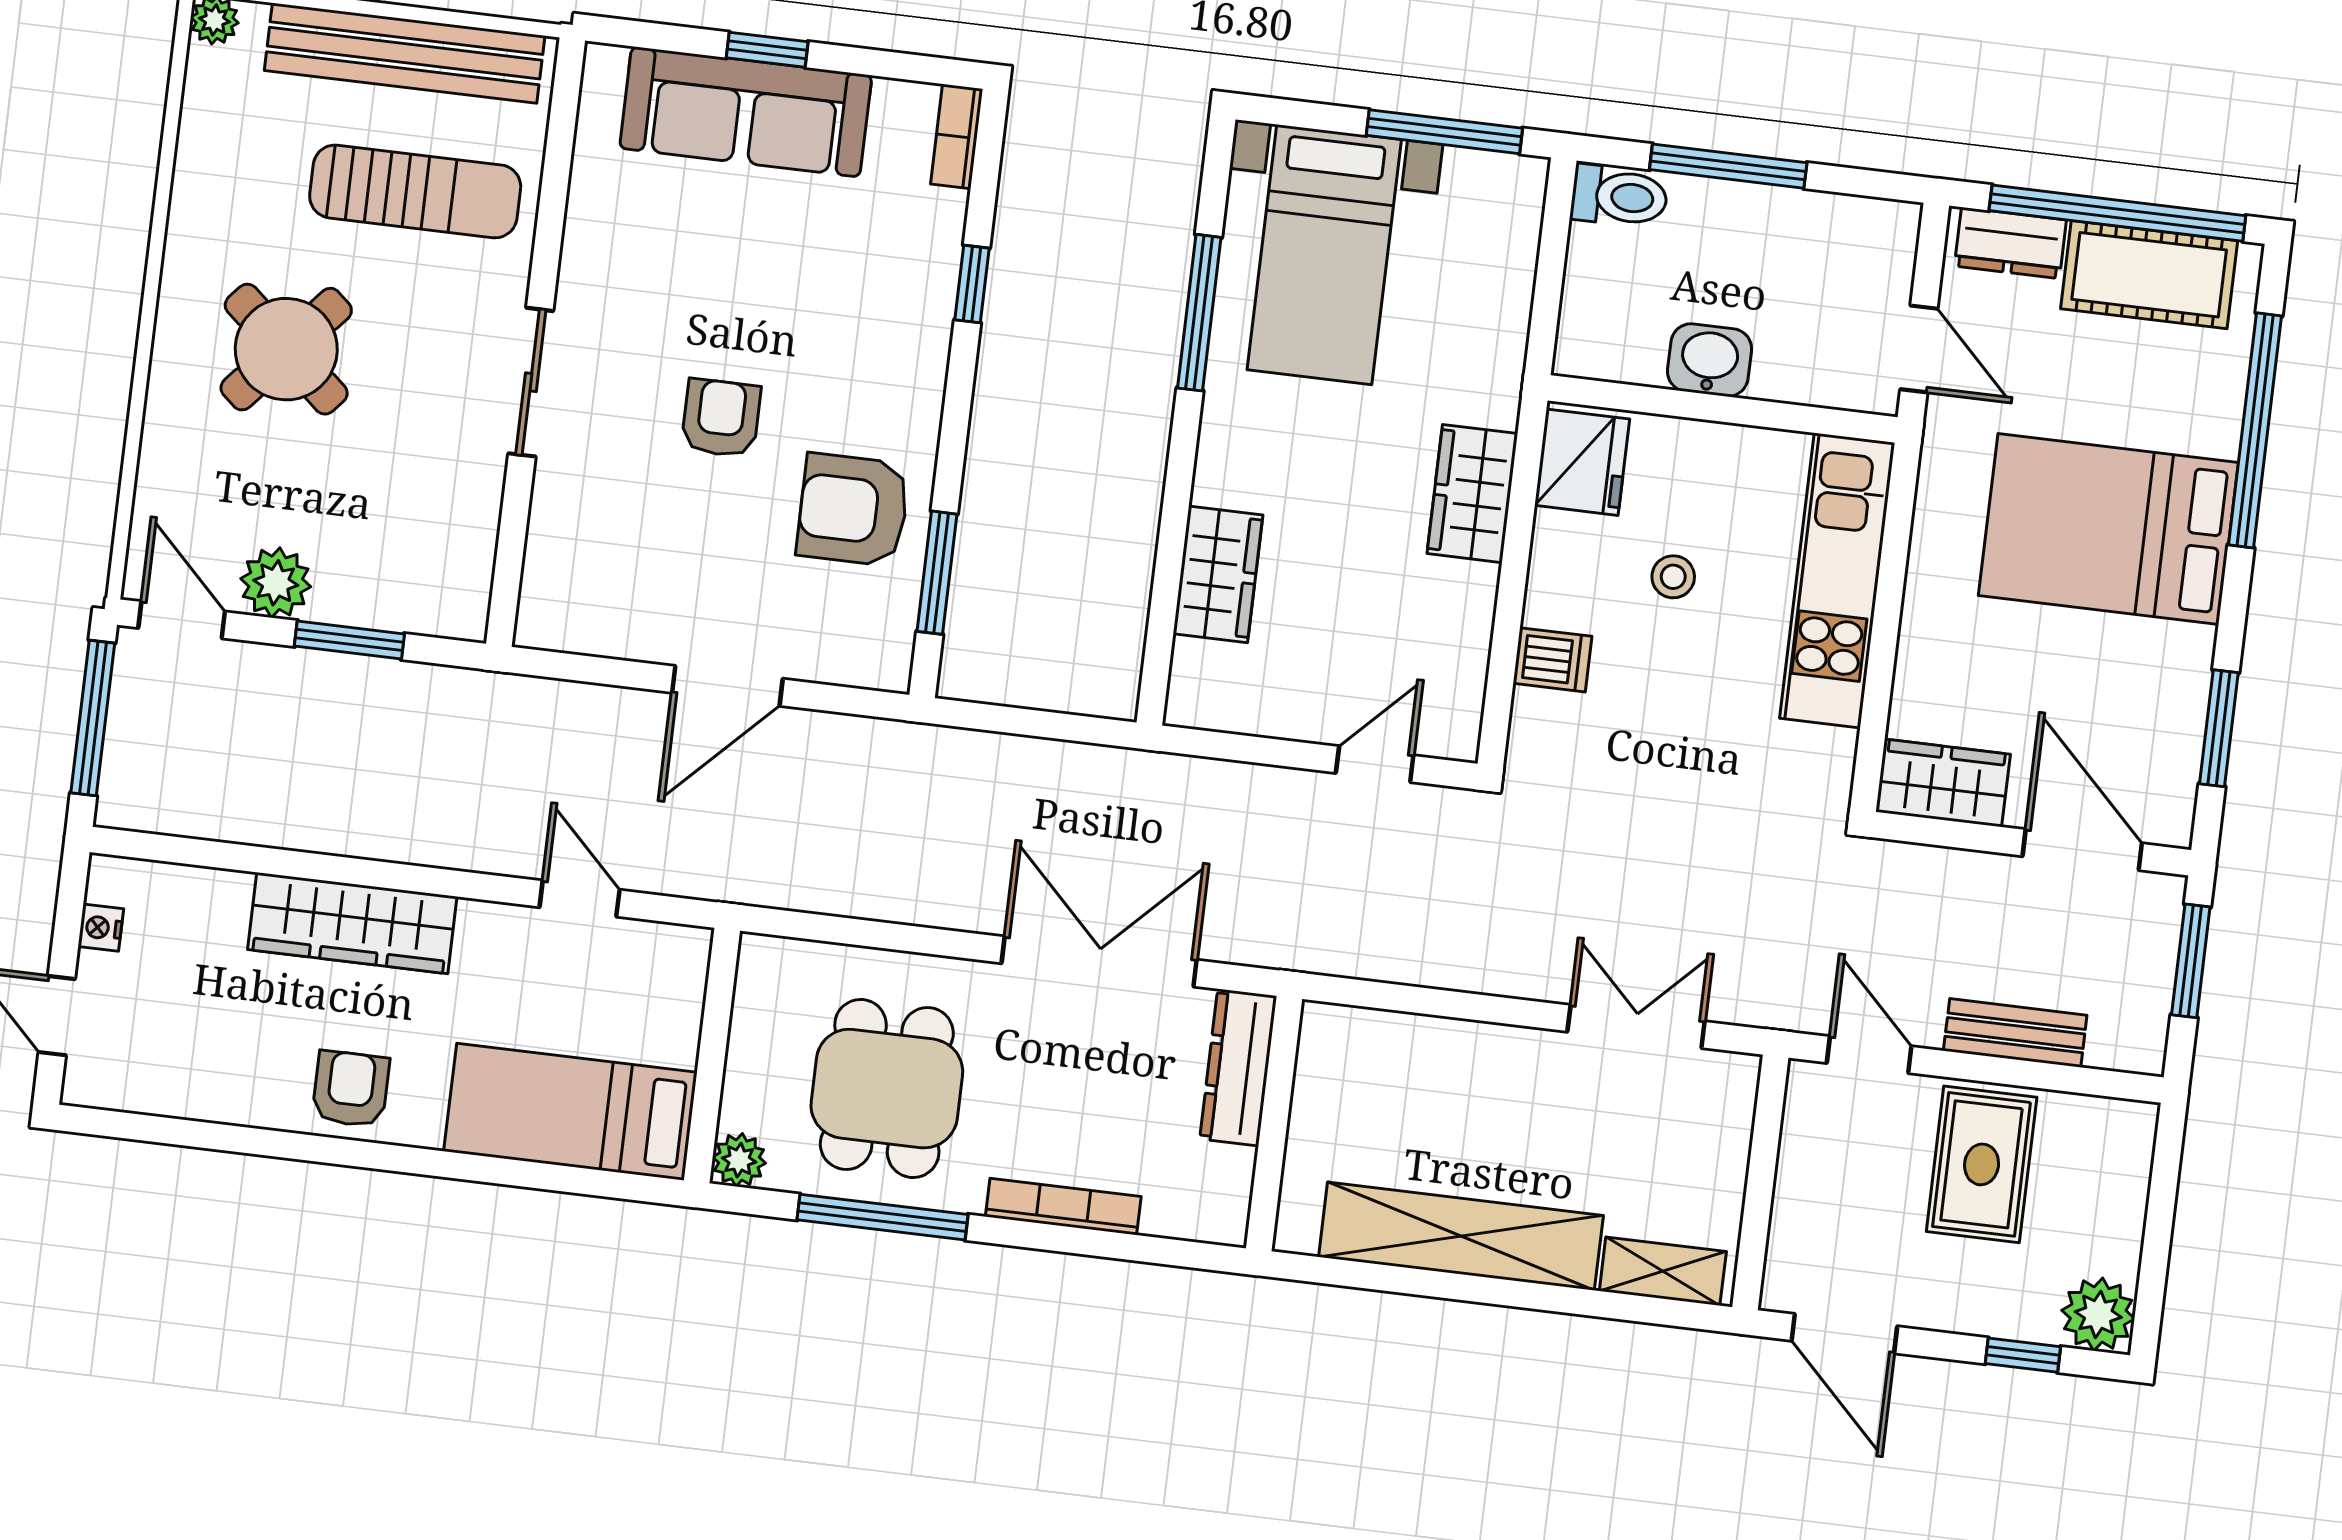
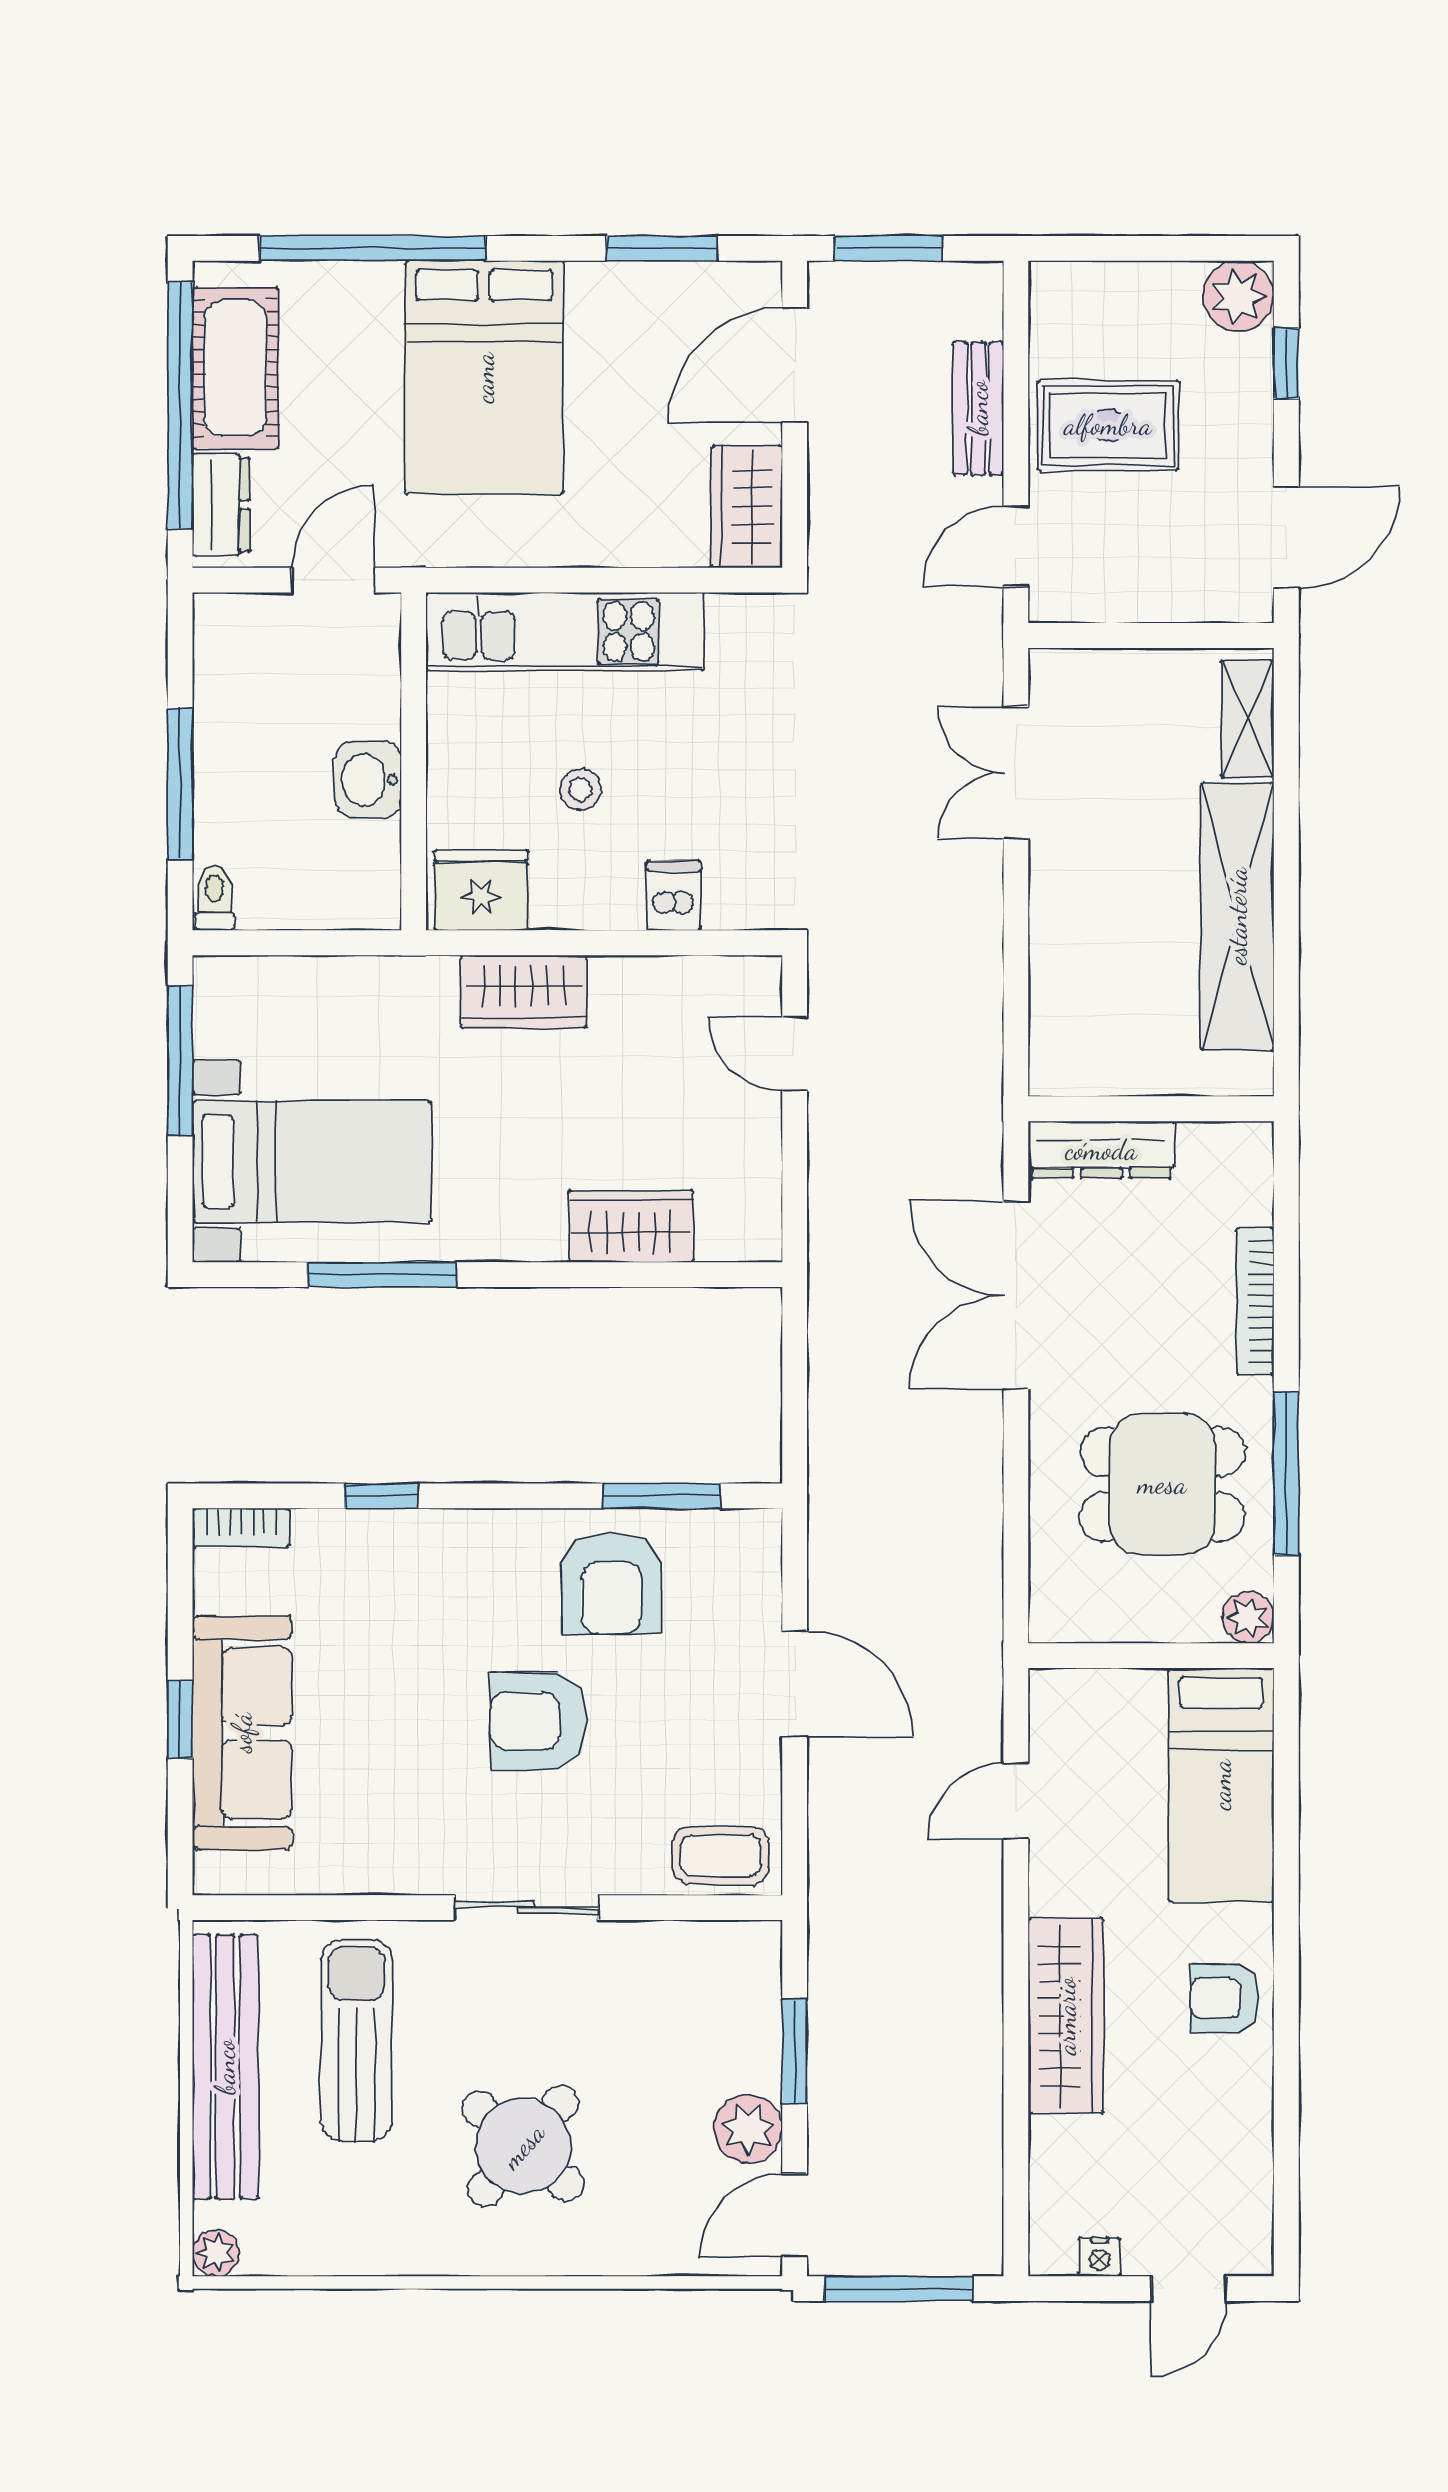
toilet: (1619, 196) -> (214, 898), width x0.73, depth x0.72
armchair: (721, 418) -> (539, 1721), width x1.38, depth x1.38
coffee table: (560, 588) -> (721, 1856), added

